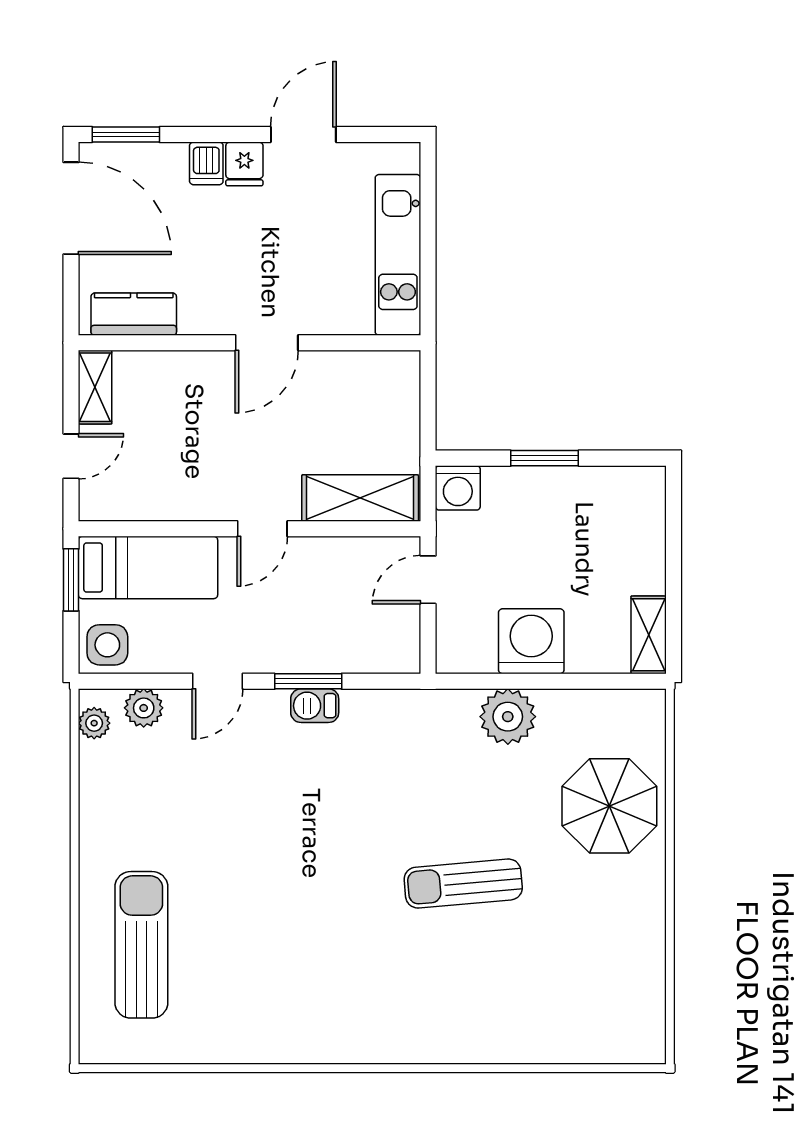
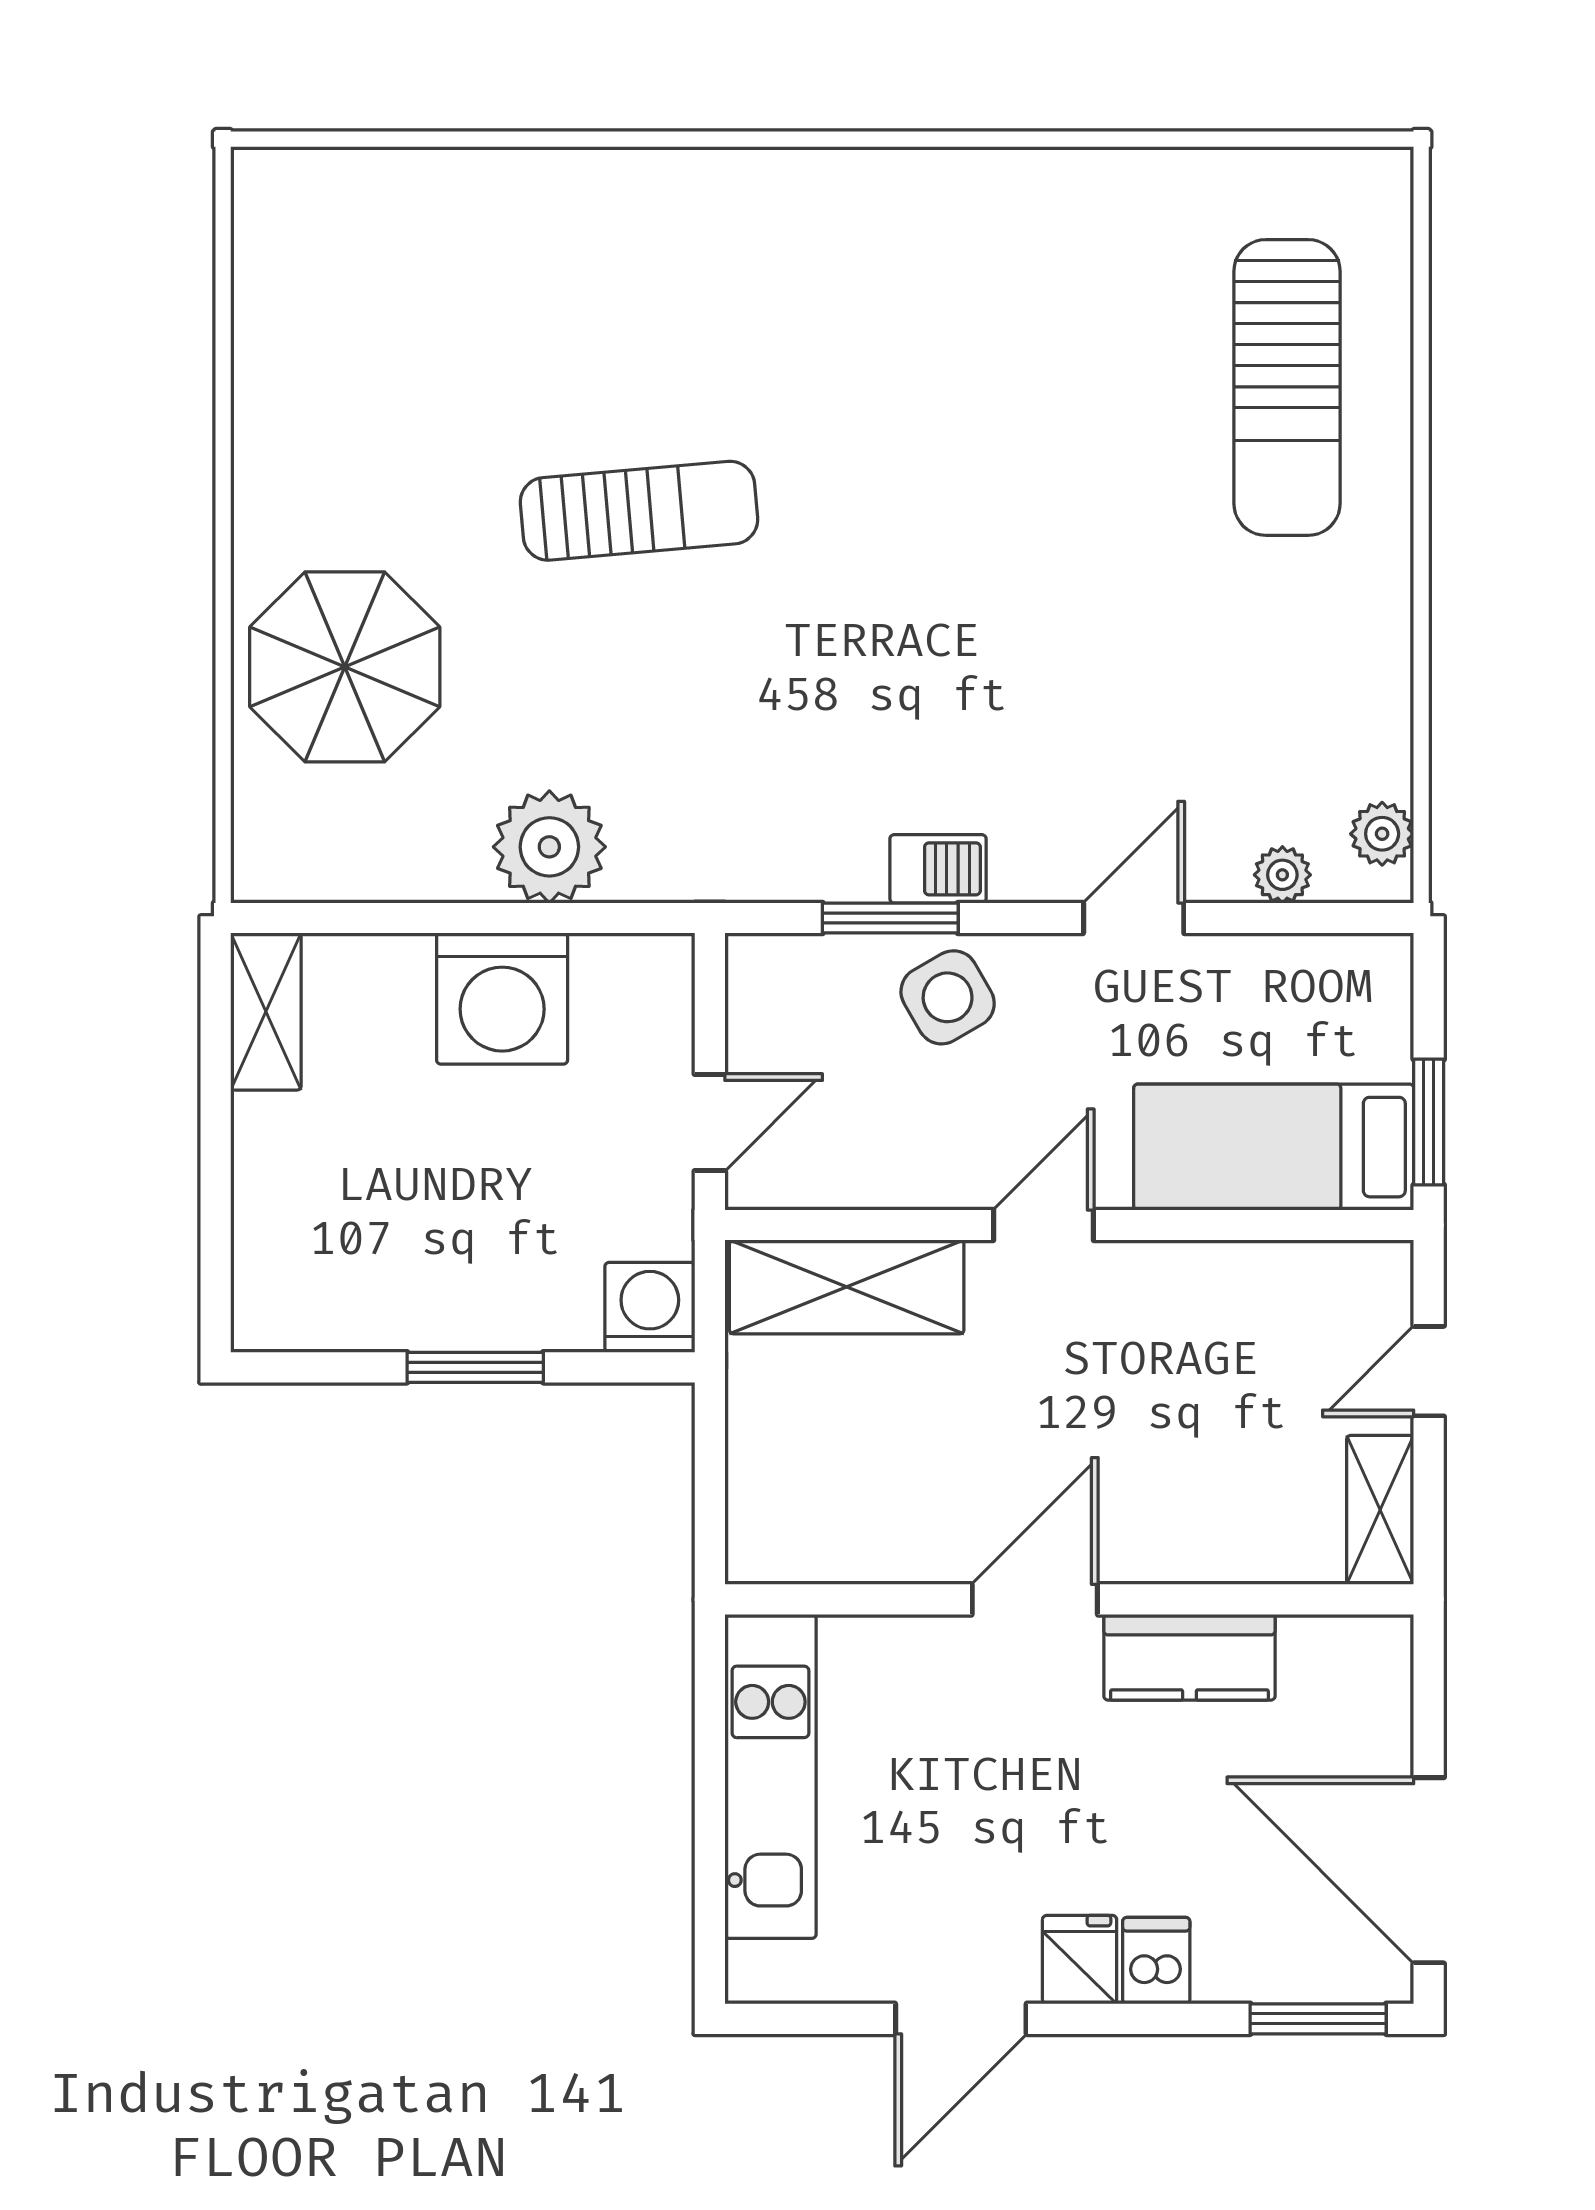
kitchen counter: (134, 314) -> (1189, 1657), moved
side table: (107, 645) -> (948, 997), moved, turned -30
window: (308, 681) -> (890, 918), moved
plant: (144, 708) -> (1282, 875), width x0.73, depth x0.73

